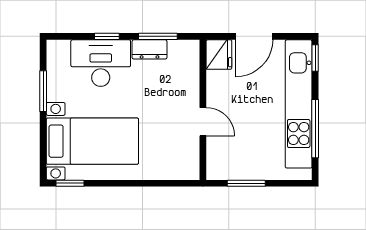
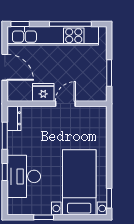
dresser: (150, 49) -> (14, 118), moved
fridge: (219, 55) -> (43, 92), moved
window: (43, 91) -> (44, 217), width x0.67

